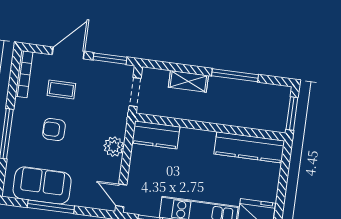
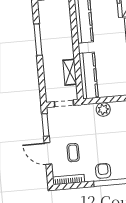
shelving: (188, 81) -> (70, 72), moved
armchair: (54, 130) -> (103, 171), moved, turned 180
kitchen counter: (156, 135) -> (89, 76), width x1.50

